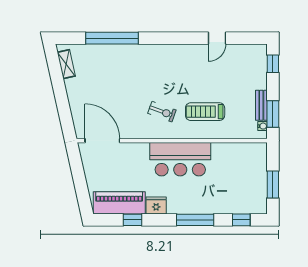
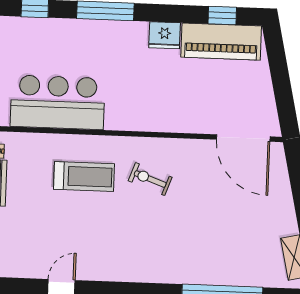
bar counter: (180, 159) -> (58, 102), moved
window: (133, 220) -> (222, 15), moved

